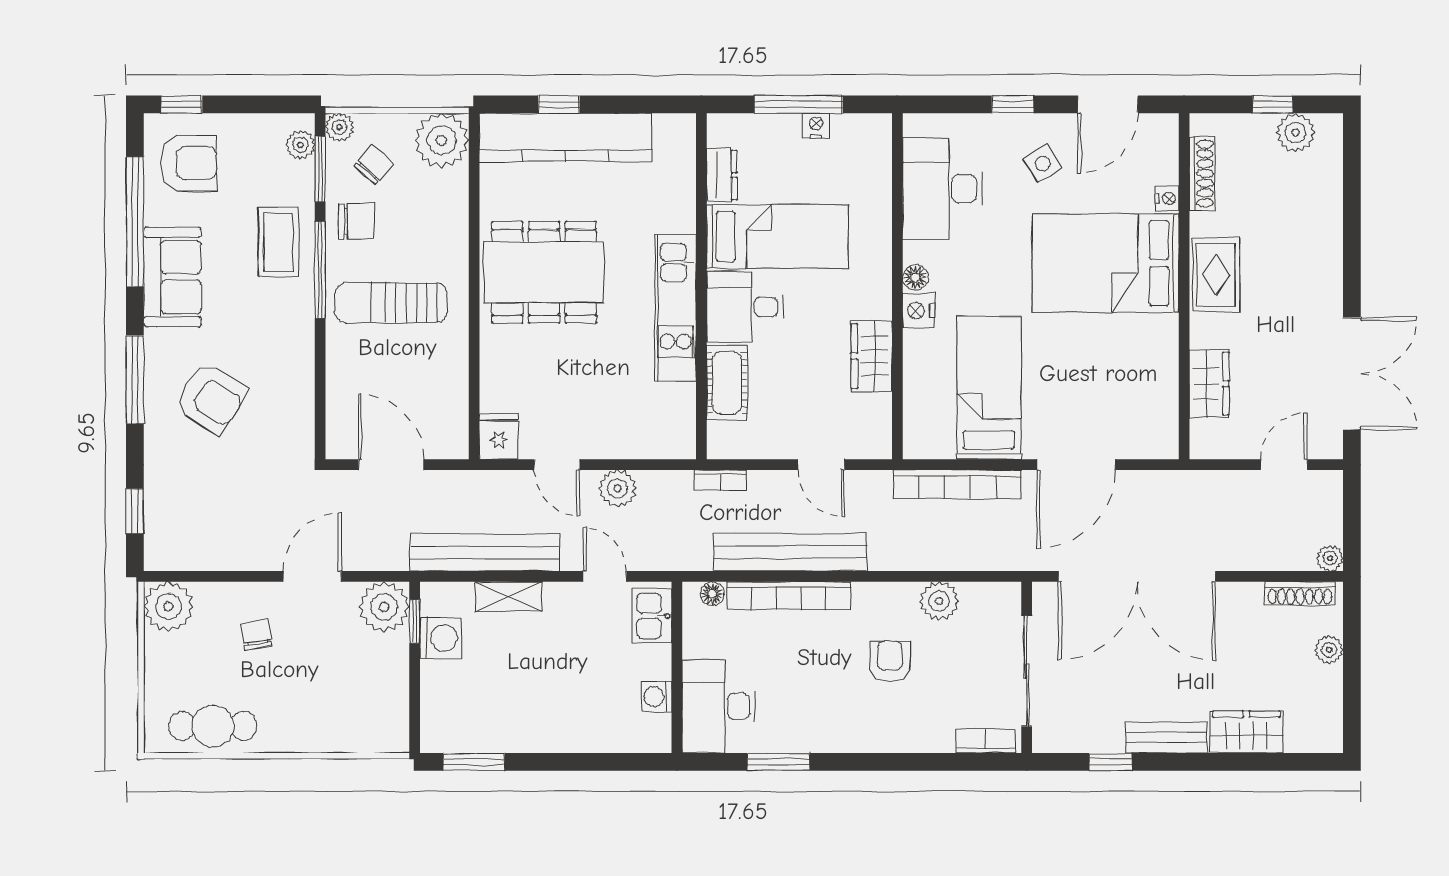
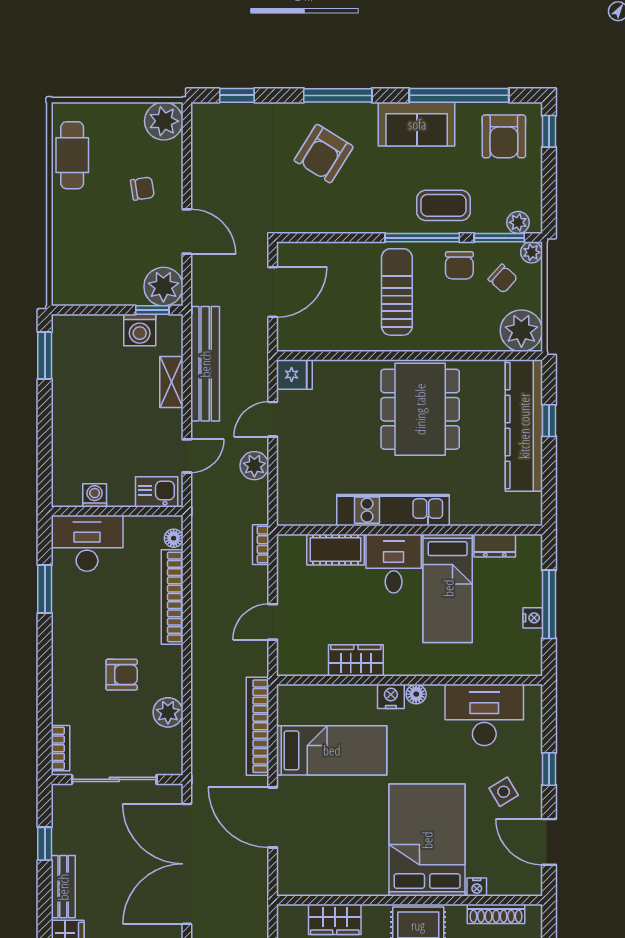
bench: (790, 552) -> (205, 598), removed

